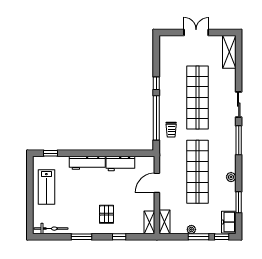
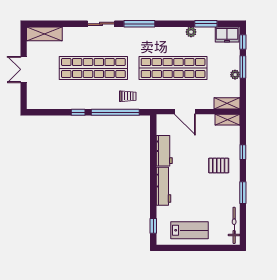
plant: (231, 177) -> (191, 32), moved

